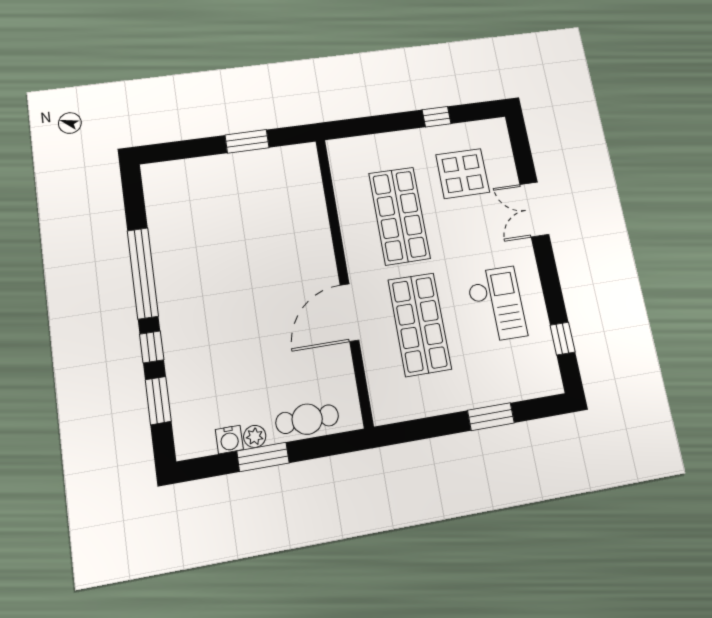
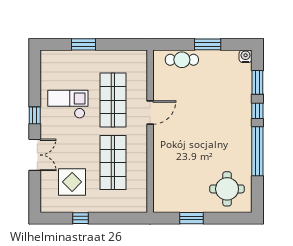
round table: (190, 199) -> (227, 189), added
checkout: (497, 304) -> (68, 104), turned 90
door: (349, 313) -> (150, 113), width x0.73
window: (563, 339) -> (35, 115), moved
plant: (255, 436) -> (210, 56), removed
water cooler: (229, 439) -> (246, 56), moved

